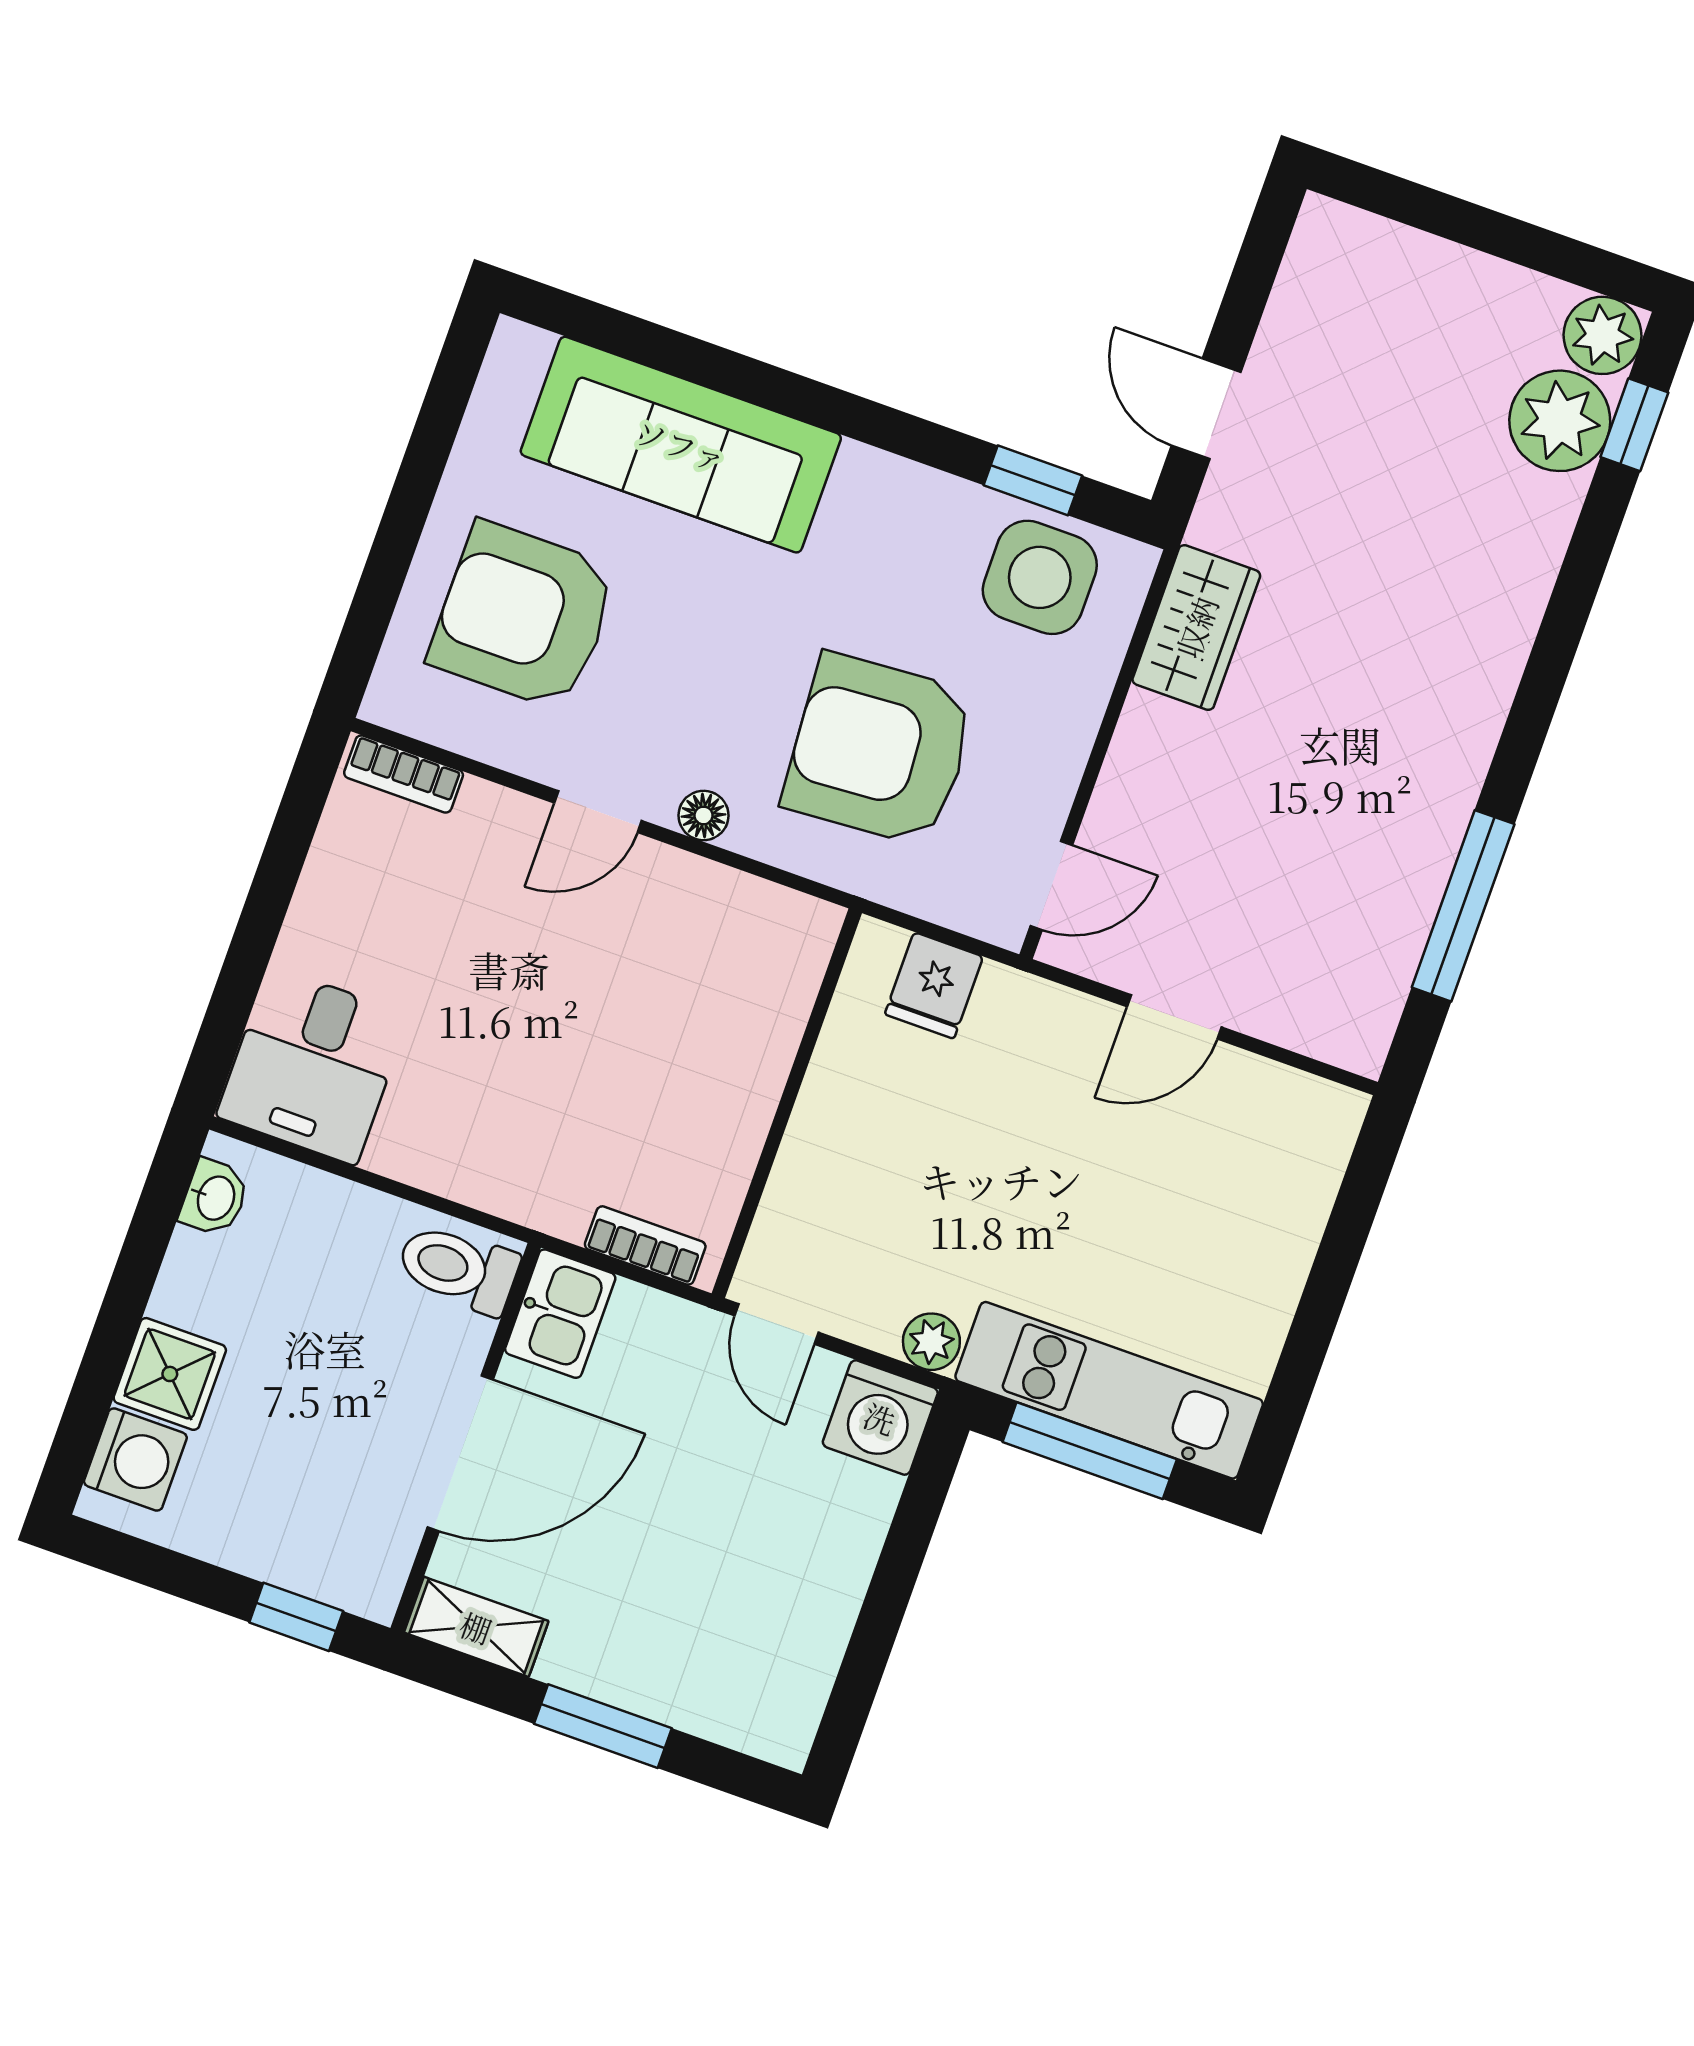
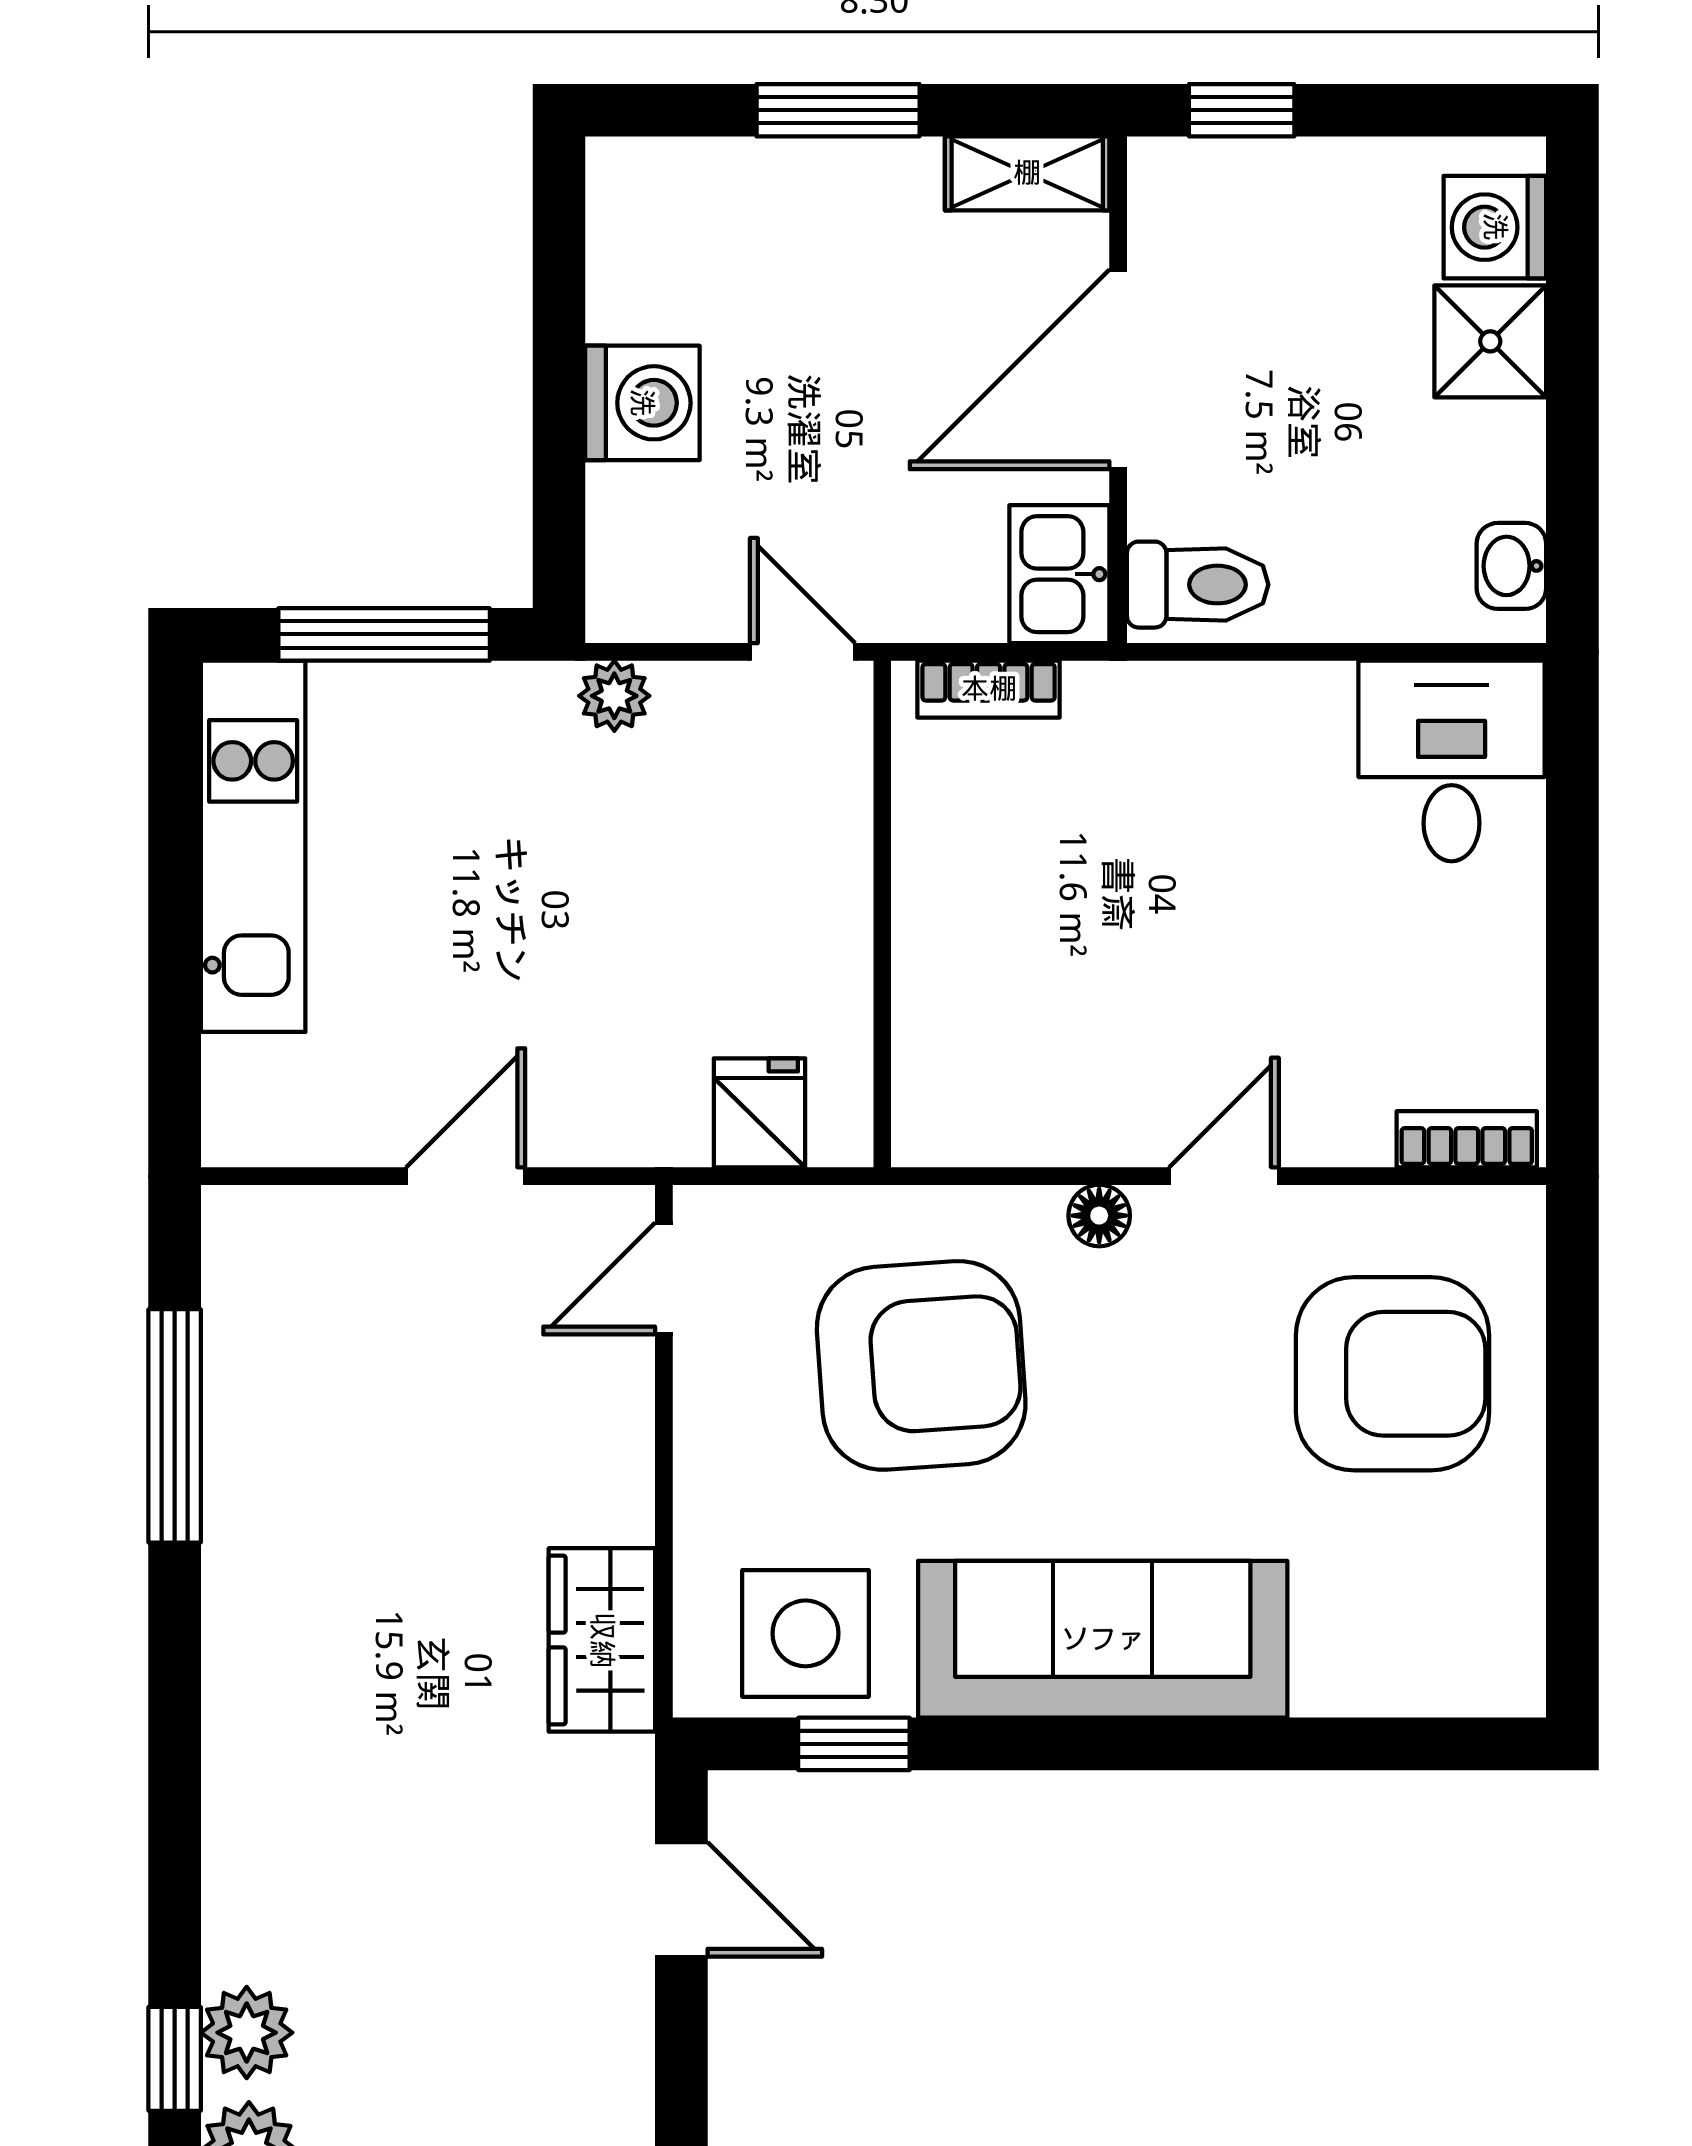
plant: (1560, 421) -> (247, 2033), width x0.73, depth x0.73
sofa: (681, 445) -> (1103, 1639), moved
kitchen unit: (1109, 1390) -> (253, 846), moved, turned -90
washing machine: (880, 1418) -> (642, 403), moved, turned 90

